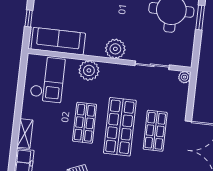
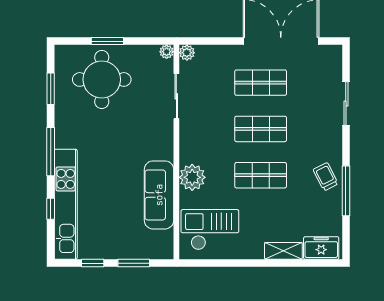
window: (29, 18) -> (134, 263), width x1.50
sofa: (58, 41) -> (159, 195), moved
plant: (115, 49) -> (167, 52), moved, width x0.53, depth x0.53
shop shelf: (120, 127) -> (261, 129), width x0.70, depth x0.74

